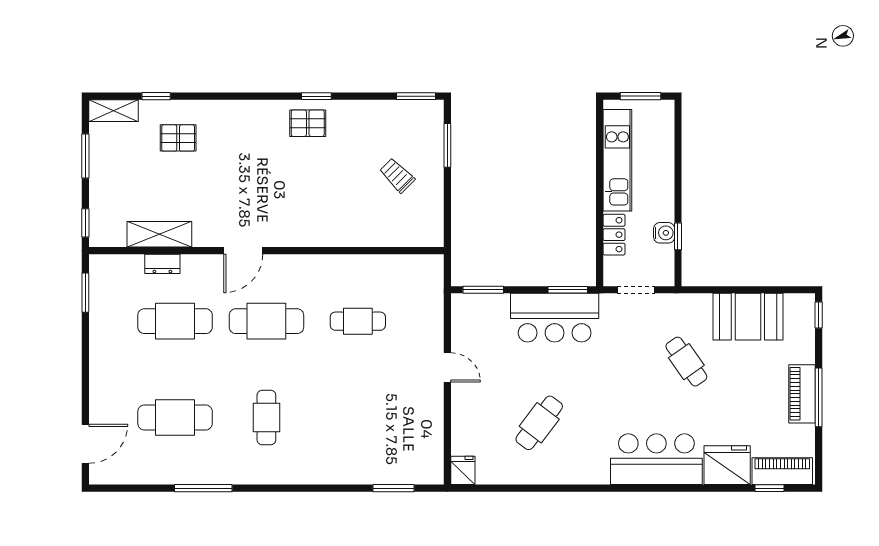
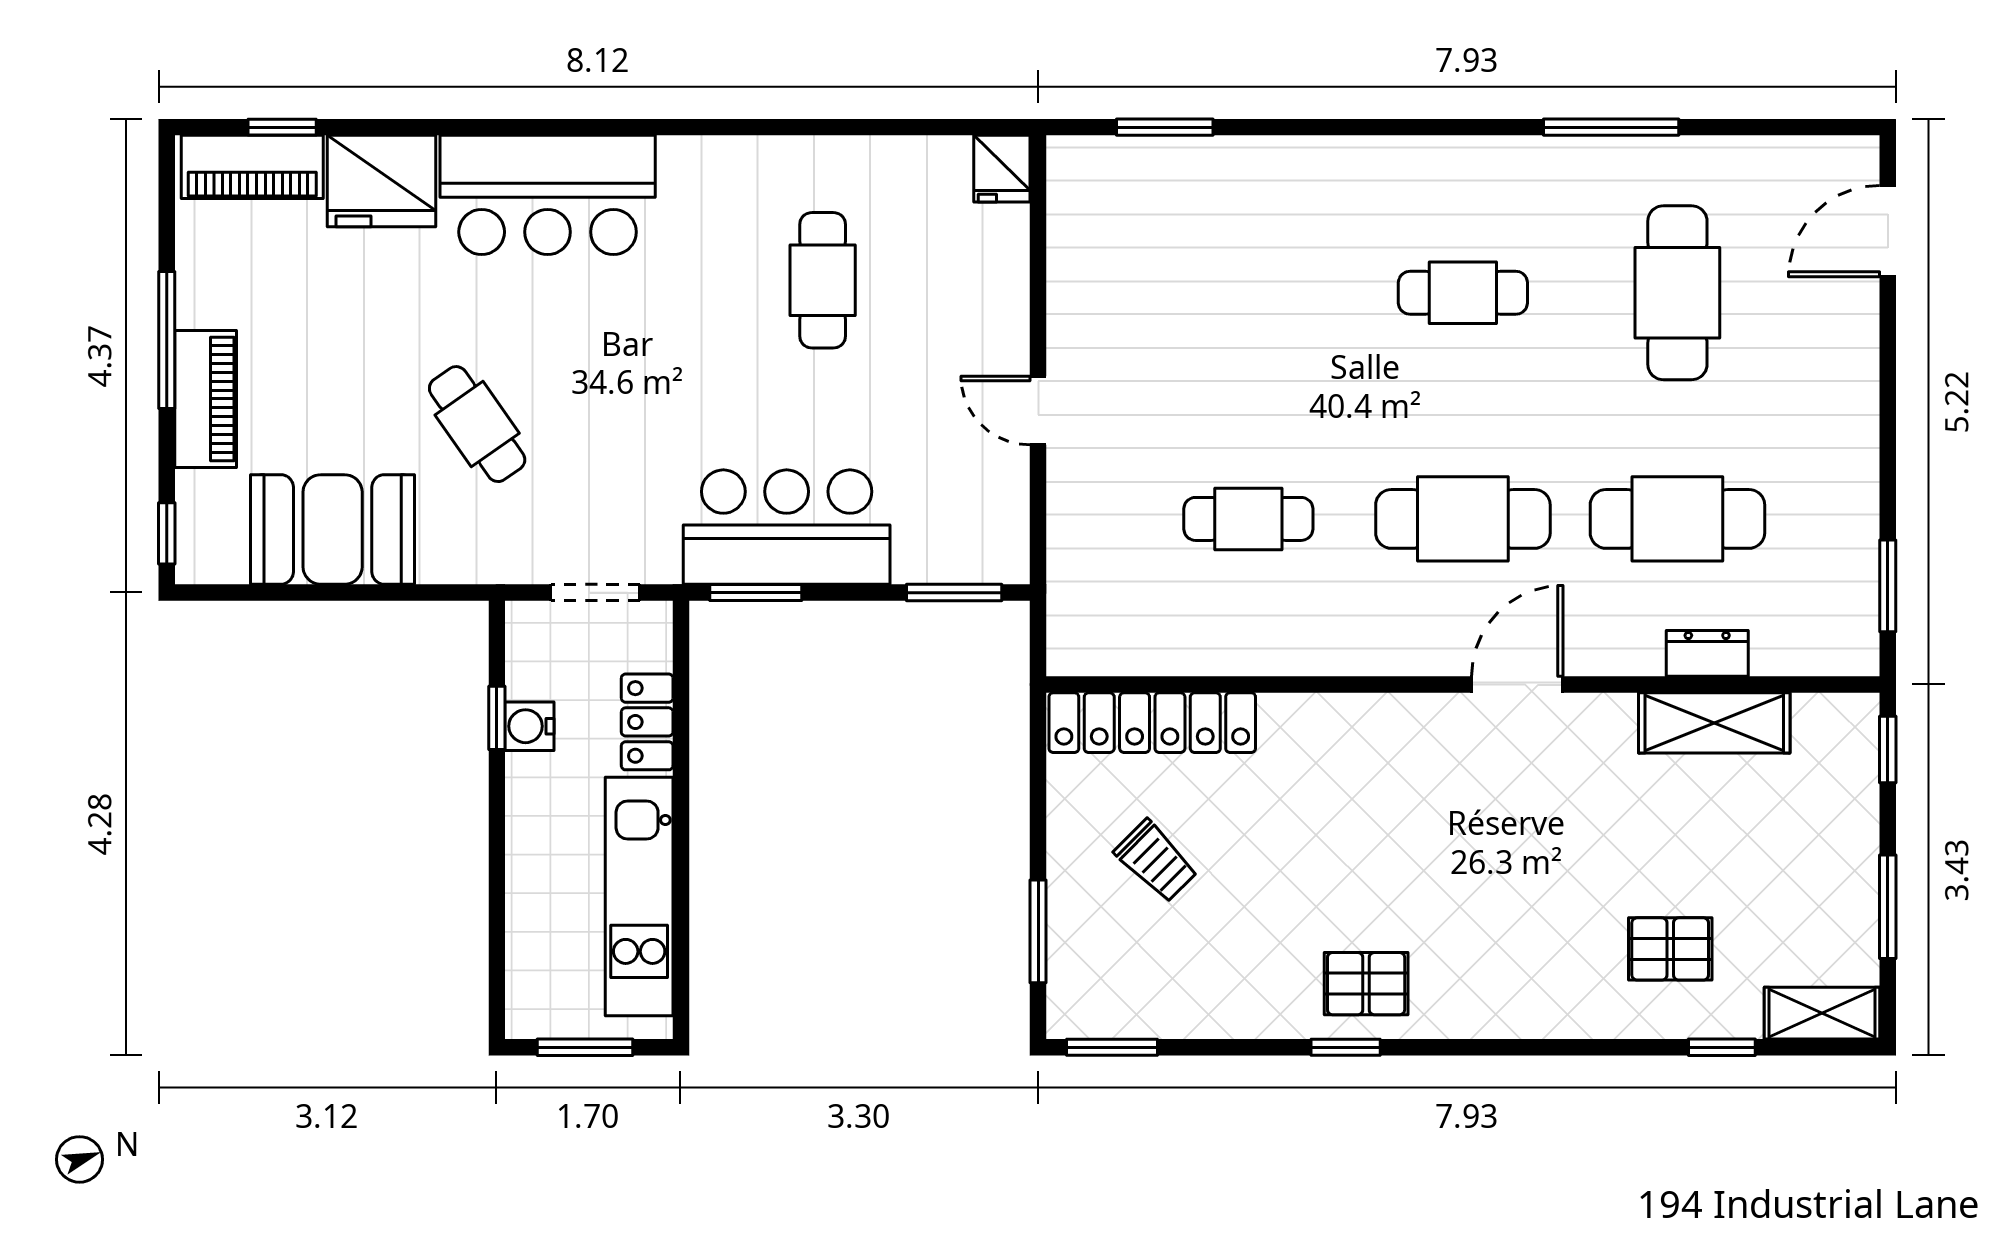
locker: (399, 234) -> (1152, 723), added
piano: (802, 394) -> (206, 399), moved
cafe table: (175, 417) -> (1677, 293), turned 90
cafe table: (266, 417) -> (1463, 293), turned 90
cafe table: (539, 423) -> (823, 280), turned -37

